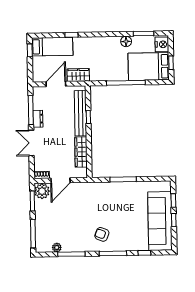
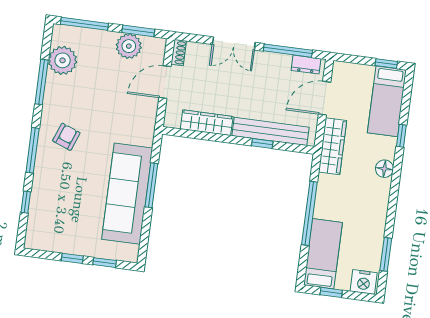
floor lamp: (126, 41) -> (384, 169), moved
bed: (149, 67) -> (323, 254), width x0.67
wardrobe: (78, 75) -> (333, 146), width x1.50
door: (56, 84) -> (325, 98), swing flipped
dresser: (38, 119) -> (306, 65), moved
double door: (31, 143) -> (234, 43), swing flipped
door: (60, 180) -> (165, 82), hinge flipped
plant: (42, 191) -> (129, 46), moved
sofa: (160, 221) -> (127, 194), moved, turned -90
plant: (57, 248) -> (63, 60), width x1.88, depth x1.88

